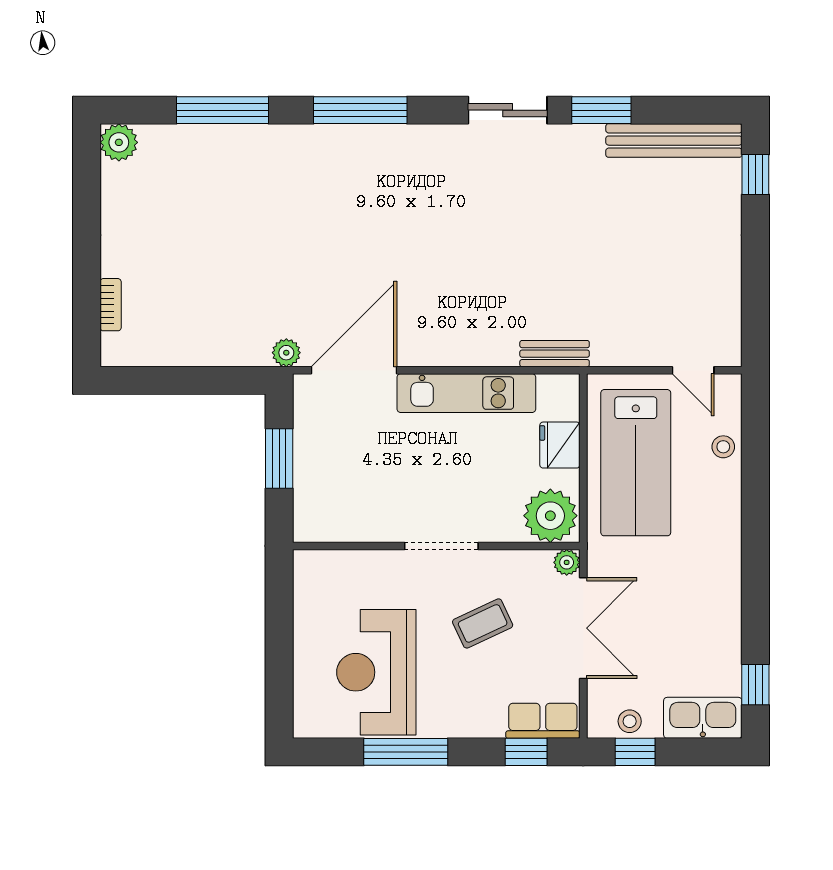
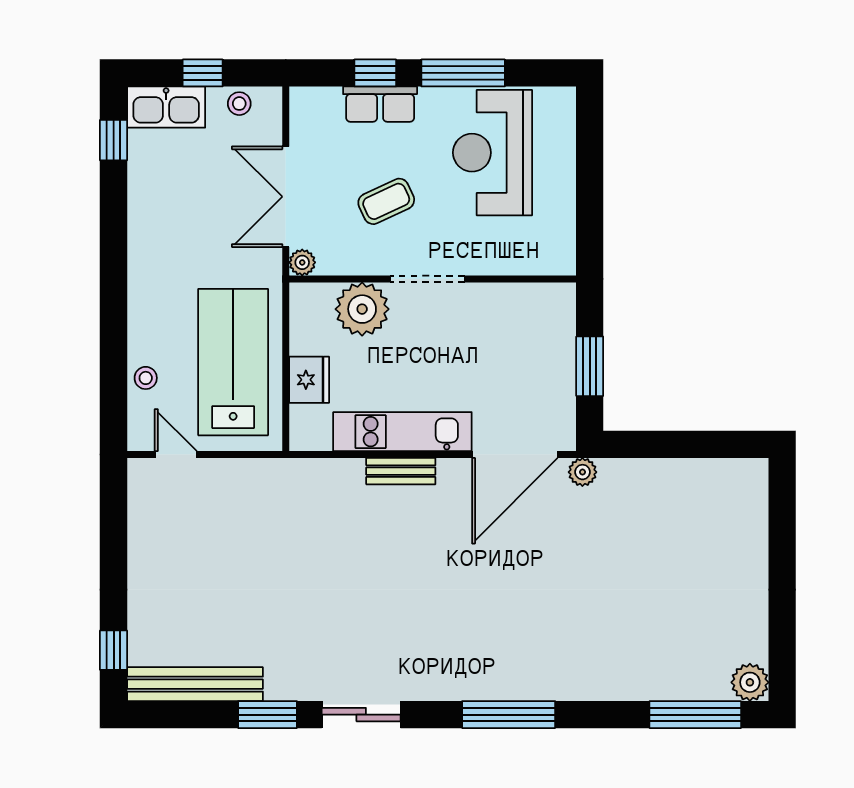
window: (222, 110) -> (695, 715), moved
bookcase: (111, 305) -> (758, 520), removed
bench: (555, 354) -> (401, 471), moved
plant: (550, 516) -> (362, 309), moved
reception desk: (376, 672) -> (492, 153), turned 180
row of seats: (543, 721) -> (380, 104), moved
window: (526, 752) -> (375, 73), moved
window: (635, 752) -> (203, 73), moved

